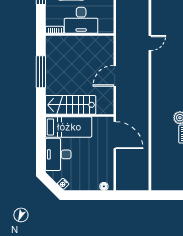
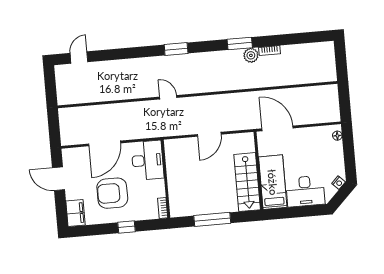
desk: (81, 20) -> (147, 160), moved
door: (115, 76) -> (209, 134), hinge flipped
door: (115, 135) -> (278, 128), hinge flipped

